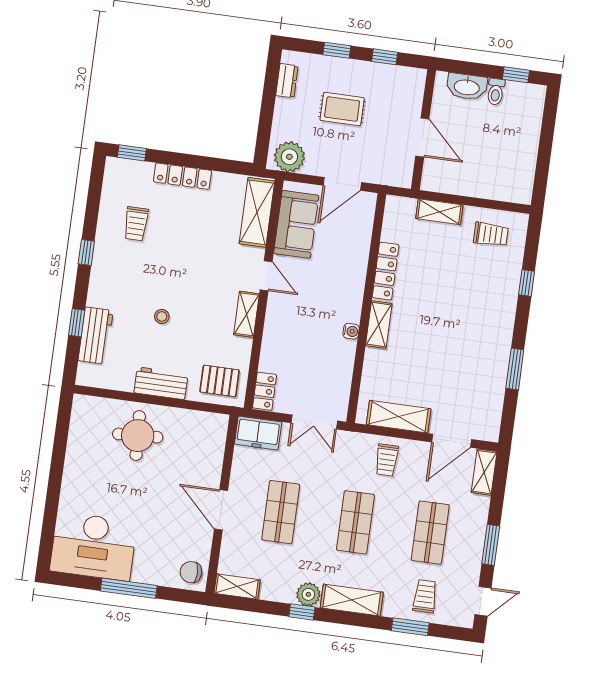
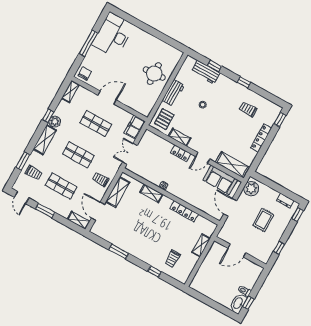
window: (337, 50) -> (298, 215), moved
washbasin: (467, 87) -> (238, 303), moved
trolley: (491, 234) -> (173, 259), moved
shelving: (246, 314) -> (180, 137), moved
shelving: (379, 325) -> (151, 193), moved
locker: (265, 391) -> (181, 153), moved

